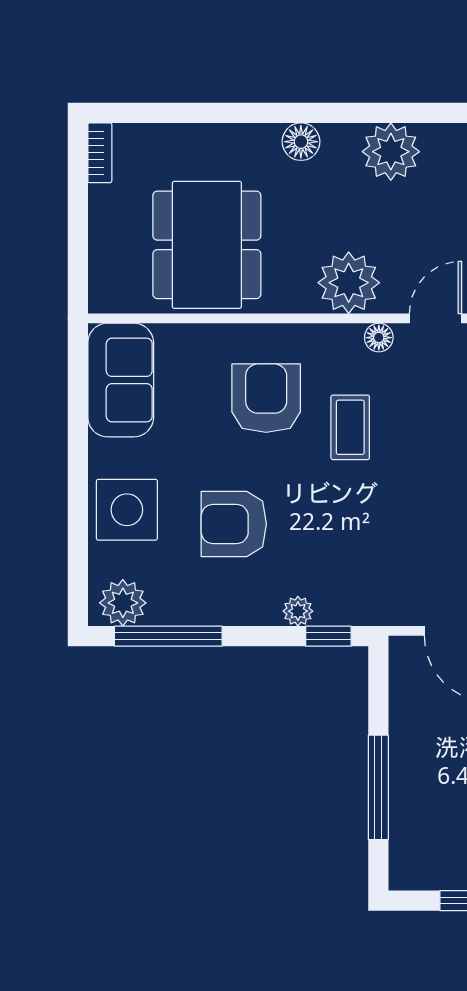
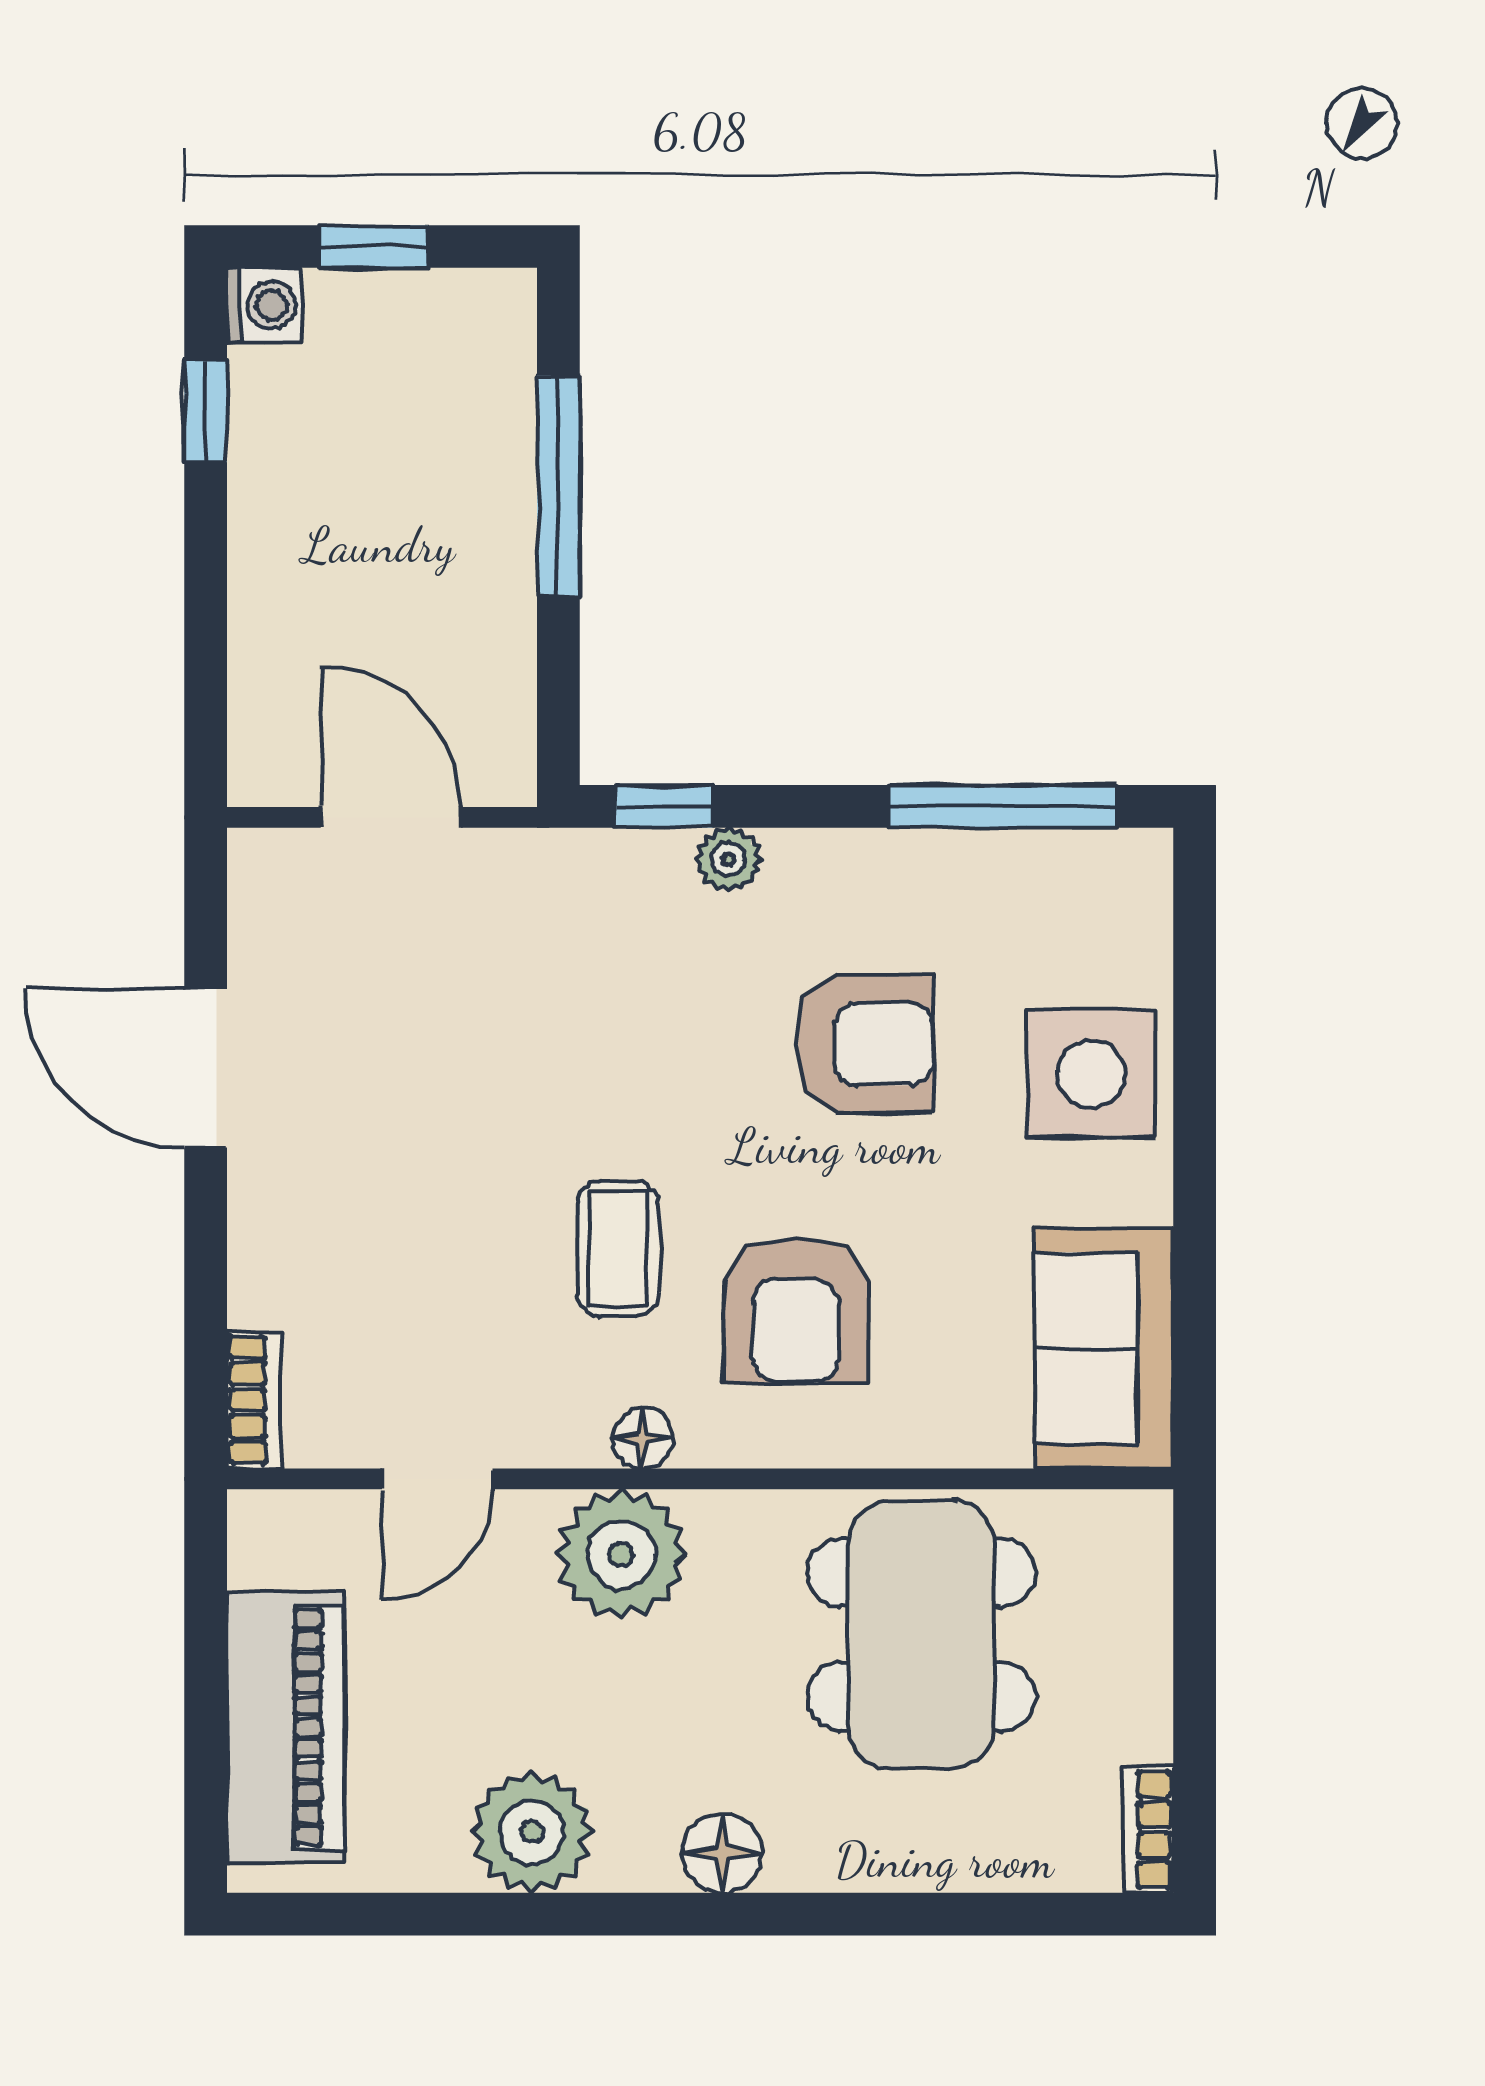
floor lamp: (379, 338) -> (643, 1438), moved
plant: (123, 603) -> (1099, 877), removed

